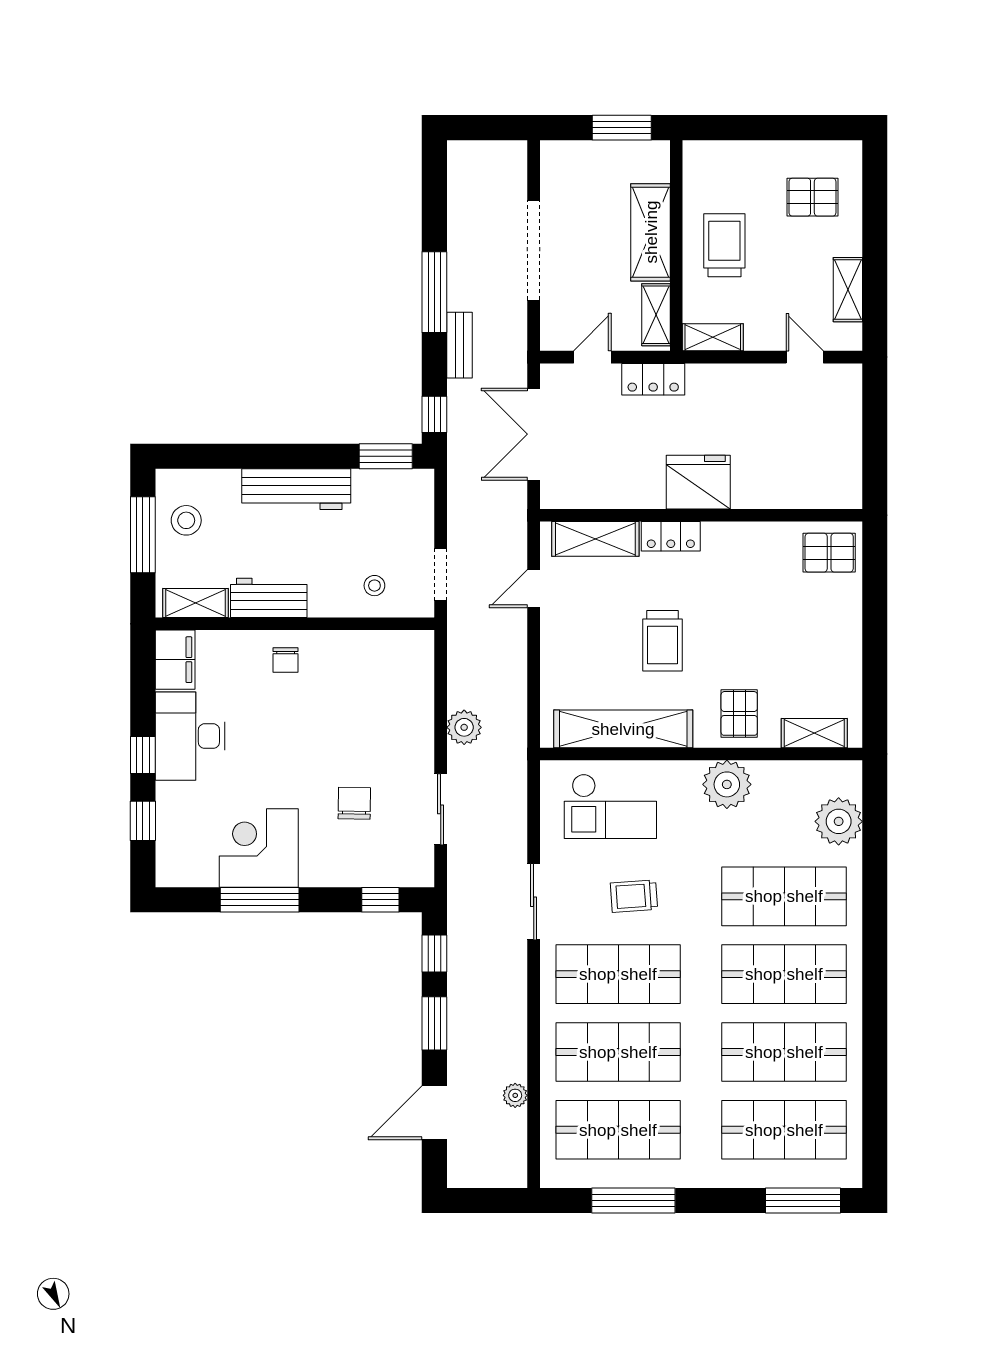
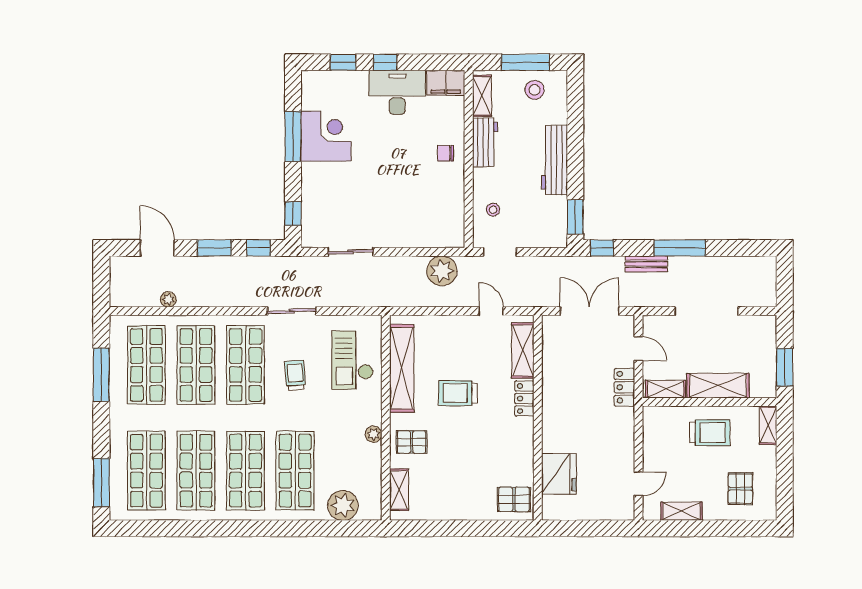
shelving: (713, 337) -> (768, 425), moved
fridge: (698, 482) -> (559, 474), moved
pallet: (829, 553) -> (514, 499), turned 90
plant: (464, 727) -> (442, 271), moved, width x1.36, depth x1.36
plant: (727, 784) -> (374, 434), width x0.53, depth x0.53
chair: (354, 803) -> (354, 197), removed

